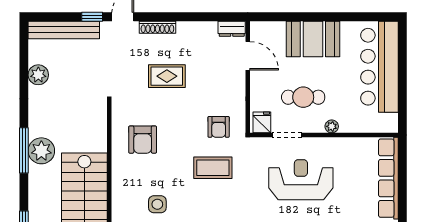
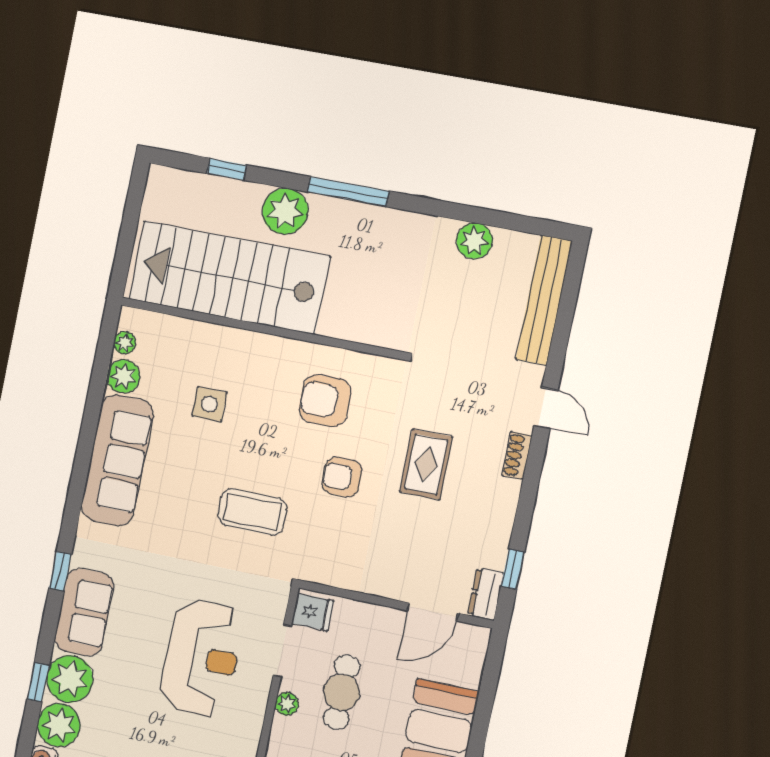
window: (92, 17) -> (513, 569), moved
shoe rack: (157, 27) -> (517, 456), width x0.70
plant: (332, 126) -> (287, 704), moved
armchair: (219, 127) -> (342, 477), moved
plant: (41, 151) -> (285, 211), moved
coffee table: (213, 168) -> (252, 512), turned 90

